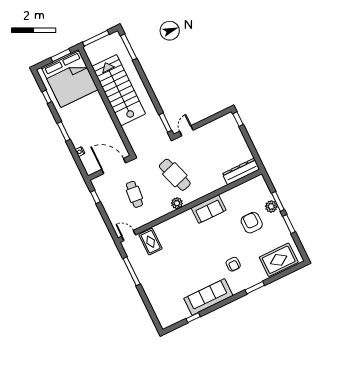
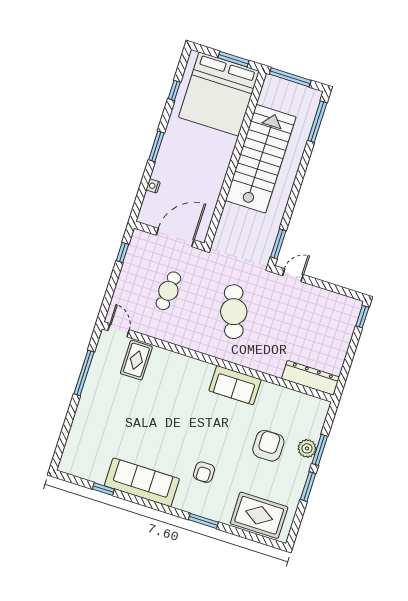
door: (114, 166) -> (175, 238), hinge flipped
plant: (177, 203) -> (206, 345), removed

